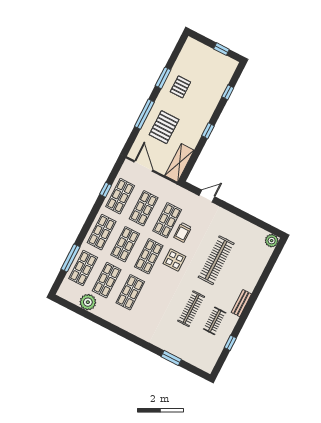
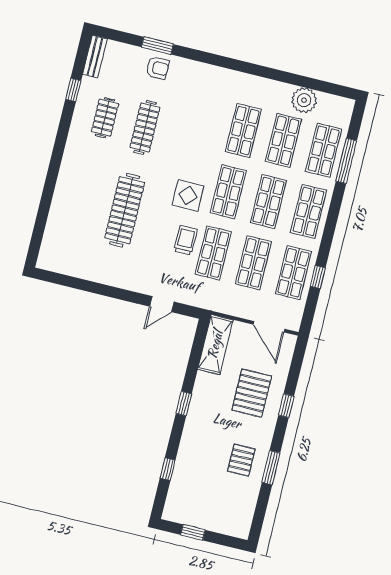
window: (144, 114) -> (286, 406), width x0.46
plant: (272, 241) -> (48, 260), removed
bench: (241, 303) -> (95, 57), moved
armchair: (174, 344) -> (157, 68), added

